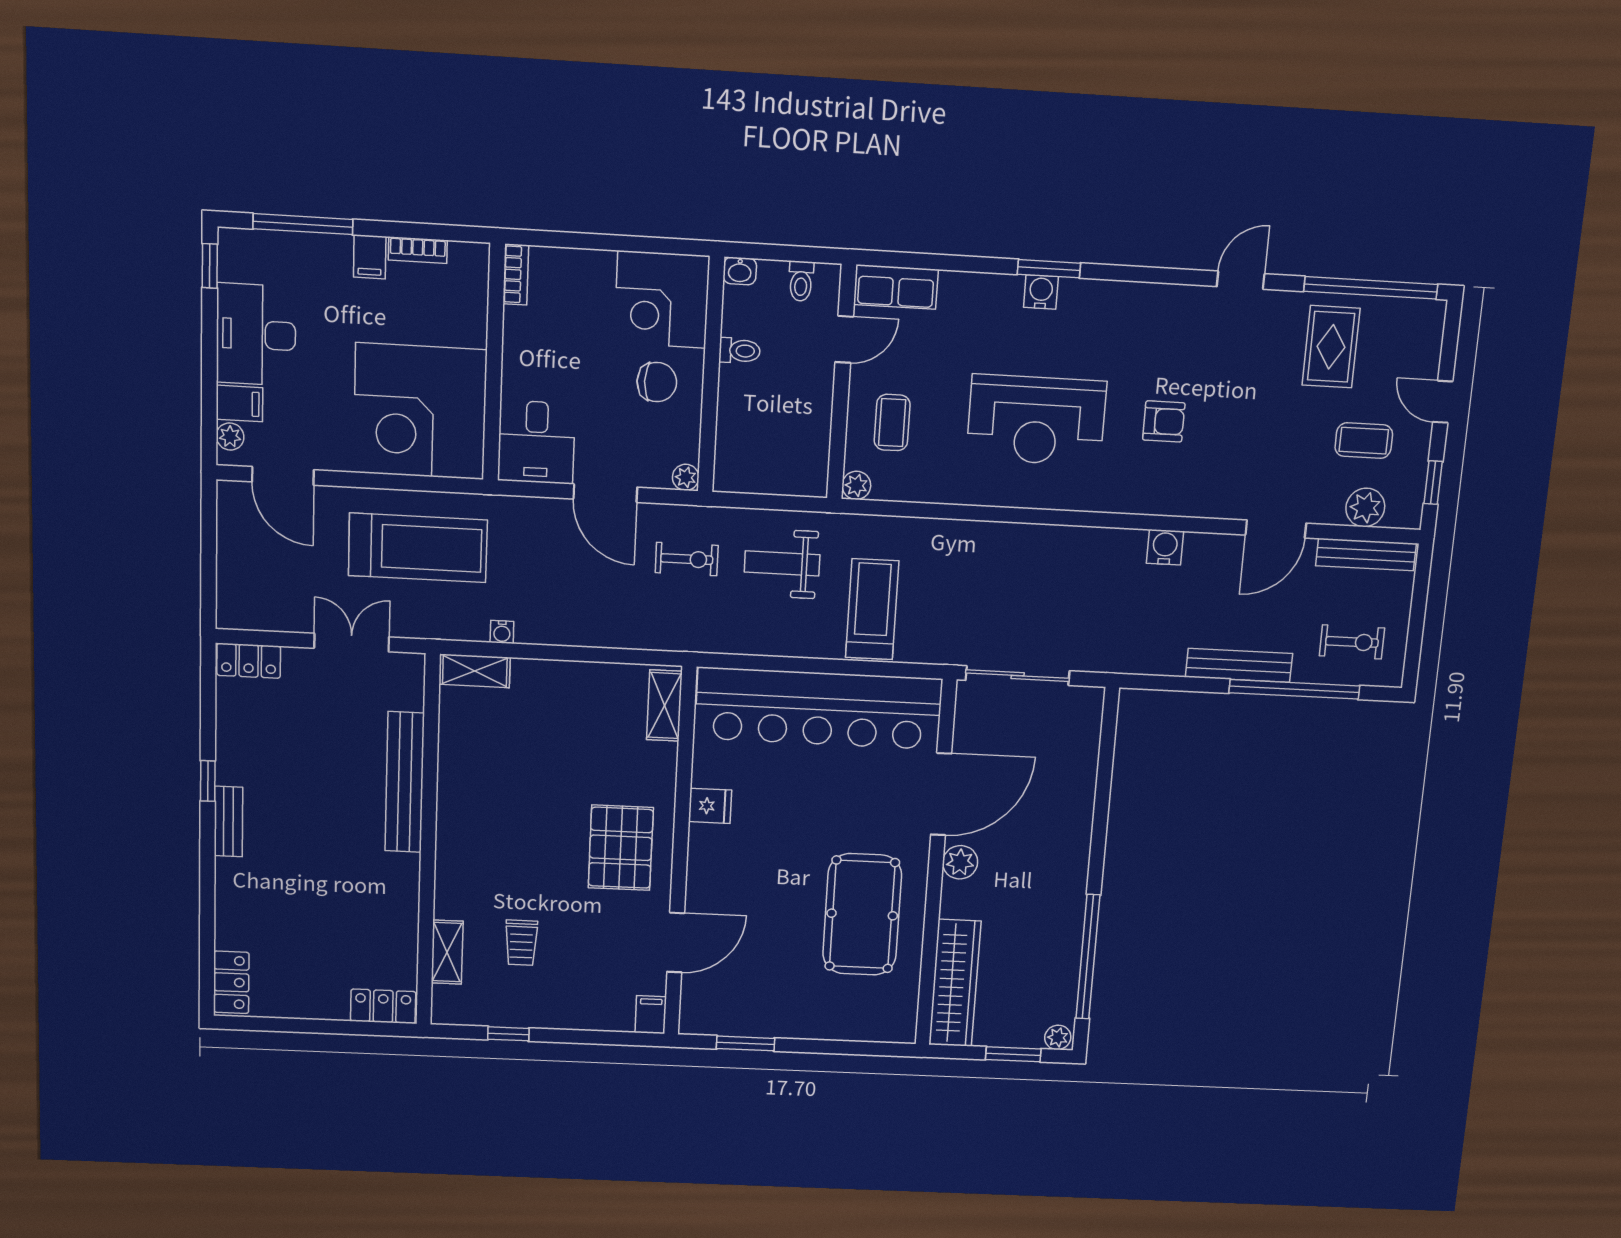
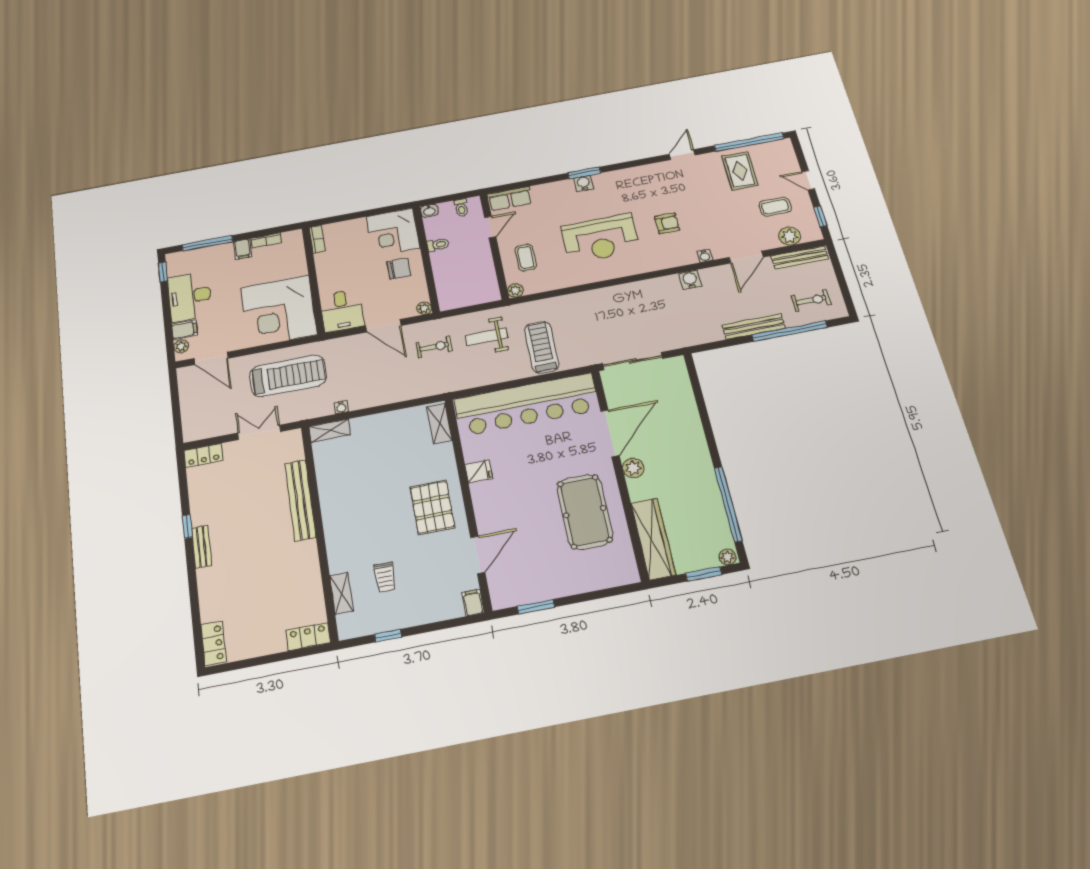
water cooler: (1206, 507) -> (705, 256), added

